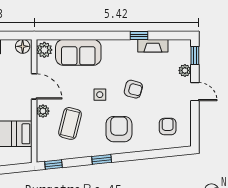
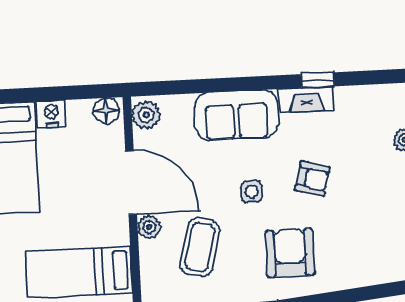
fireplace: (153, 46) -> (307, 99), moved
sofa: (78, 52) -> (236, 115), moved
door: (34, 86) -> (131, 183), width x1.36
armchair: (168, 127) -> (378, 244), removed

